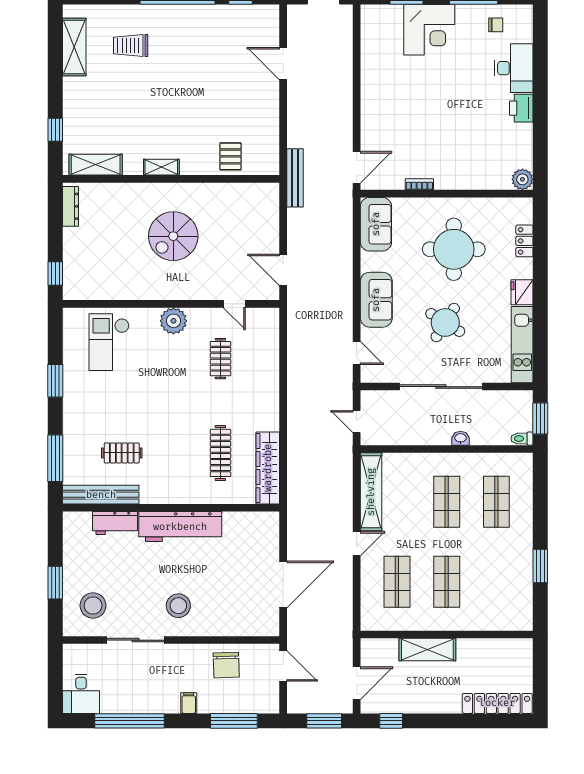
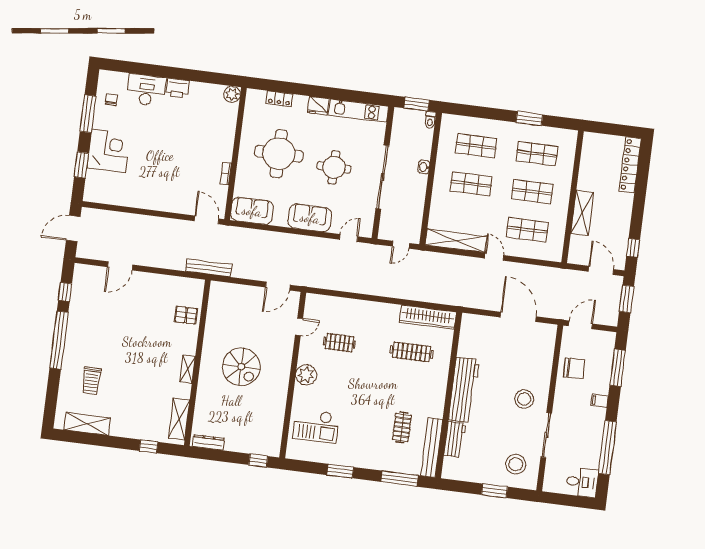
round table: (445, 322) -> (334, 167), turned -32
shop shelf: (496, 582) -> (537, 154), added

